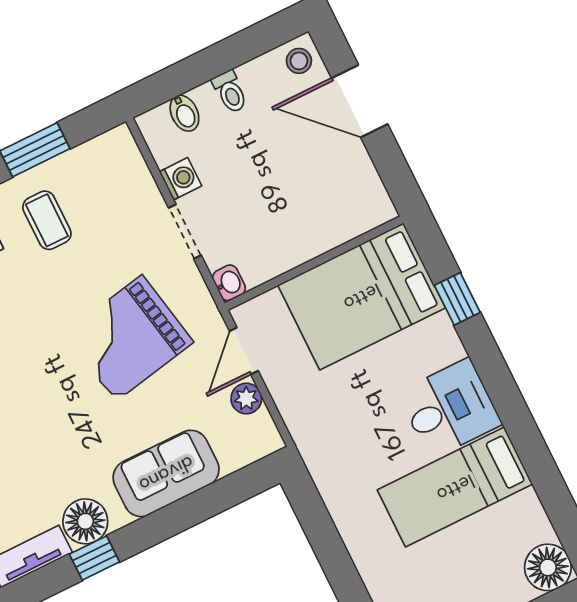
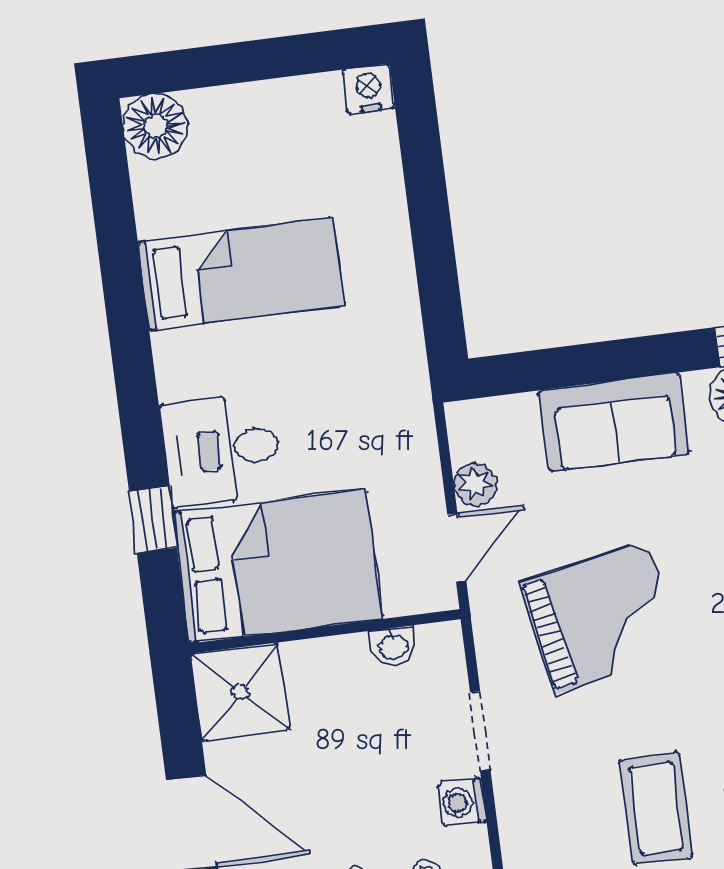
shower: (358, 202) -> (240, 692), added
coffee table: (47, 220) -> (656, 808), width x1.36, depth x1.30
washbasin: (229, 283) -> (393, 646), moved, turned -90
desk: (450, 408) -> (222, 450), moved

